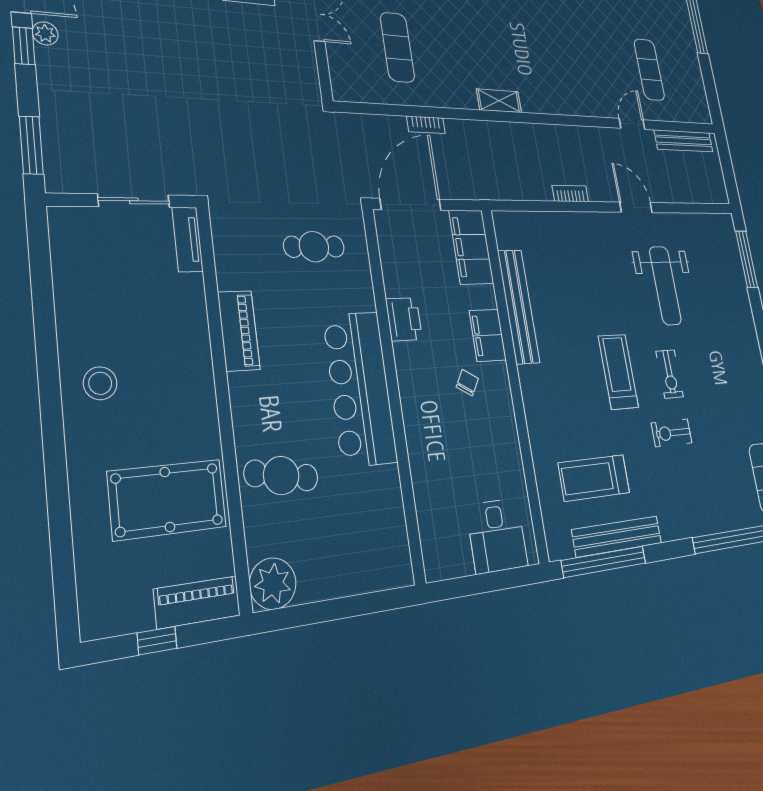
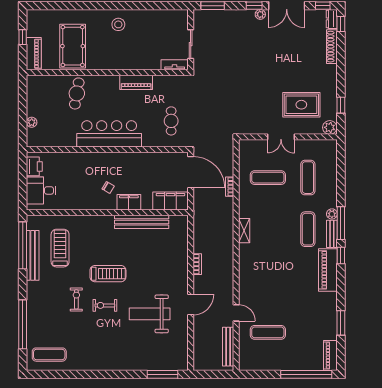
printer: (404, 319) -> (34, 166), moved, turned -90
plant: (273, 584) -> (32, 122), moved, width x0.53, depth x0.53

